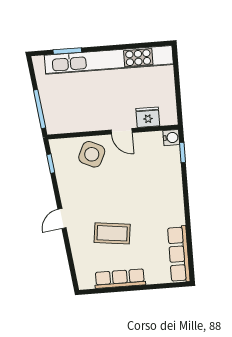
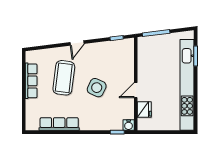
side table: (92, 154) -> (97, 88), moved
door: (62, 219) -> (77, 43), swing flipped
coffee table: (112, 233) -> (64, 78), width x1.36, depth x1.32
row of seats: (179, 254) -> (59, 124), moved

